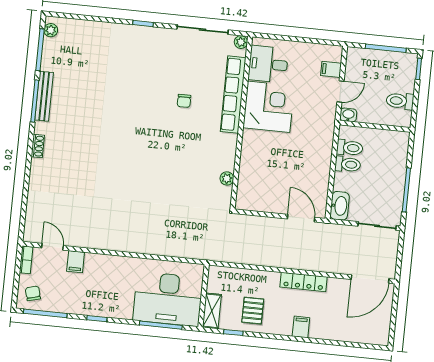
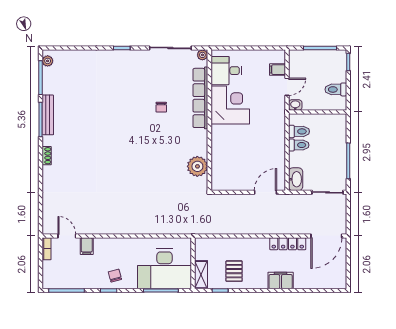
plant: (227, 178) -> (197, 166), width x1.88, depth x1.88
door: (301, 218) -> (266, 192), hinge flipped
locker: (304, 282) -> (288, 244), moved
chair: (33, 293) -> (115, 276), moved
filing cabinet: (301, 327) -> (281, 280), width x2.00

